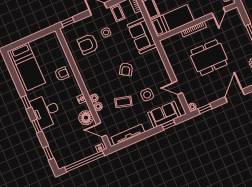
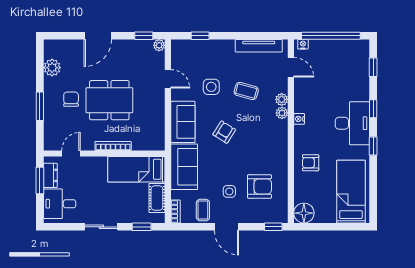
chair: (234, 47) -> (71, 99), added
sofa: (164, 114) -> (183, 122), moved, turned -90
floor lamp: (86, 118) -> (304, 213), moved

